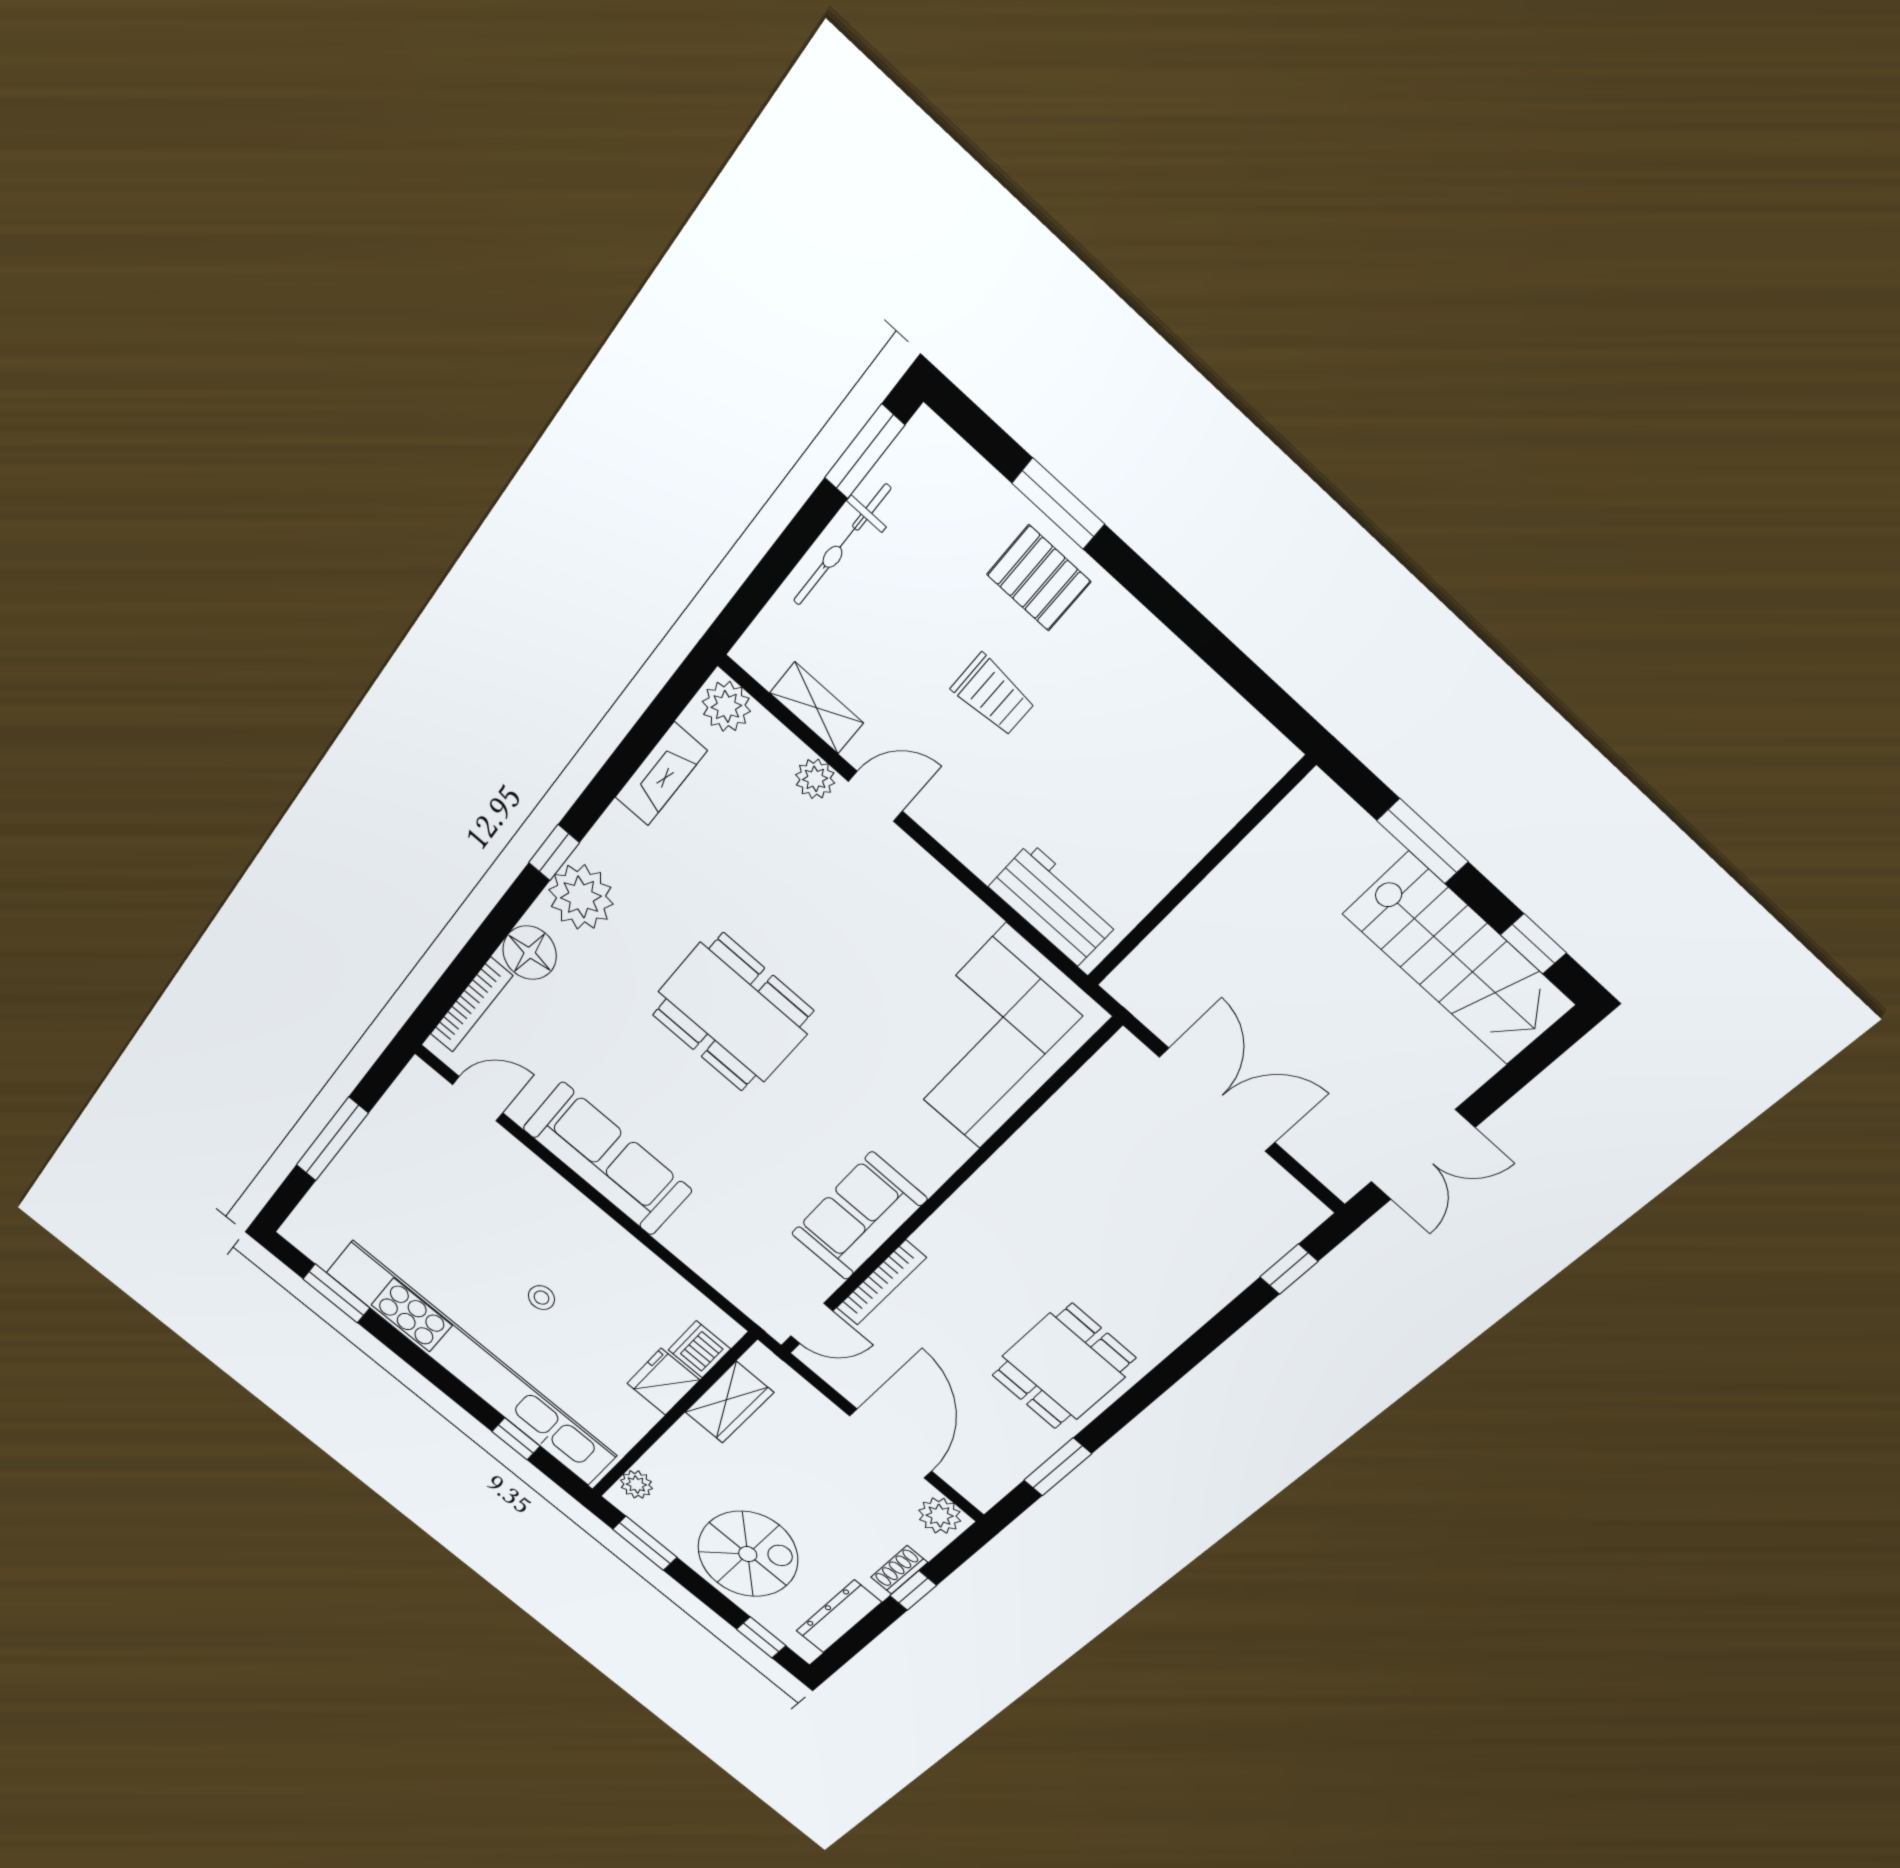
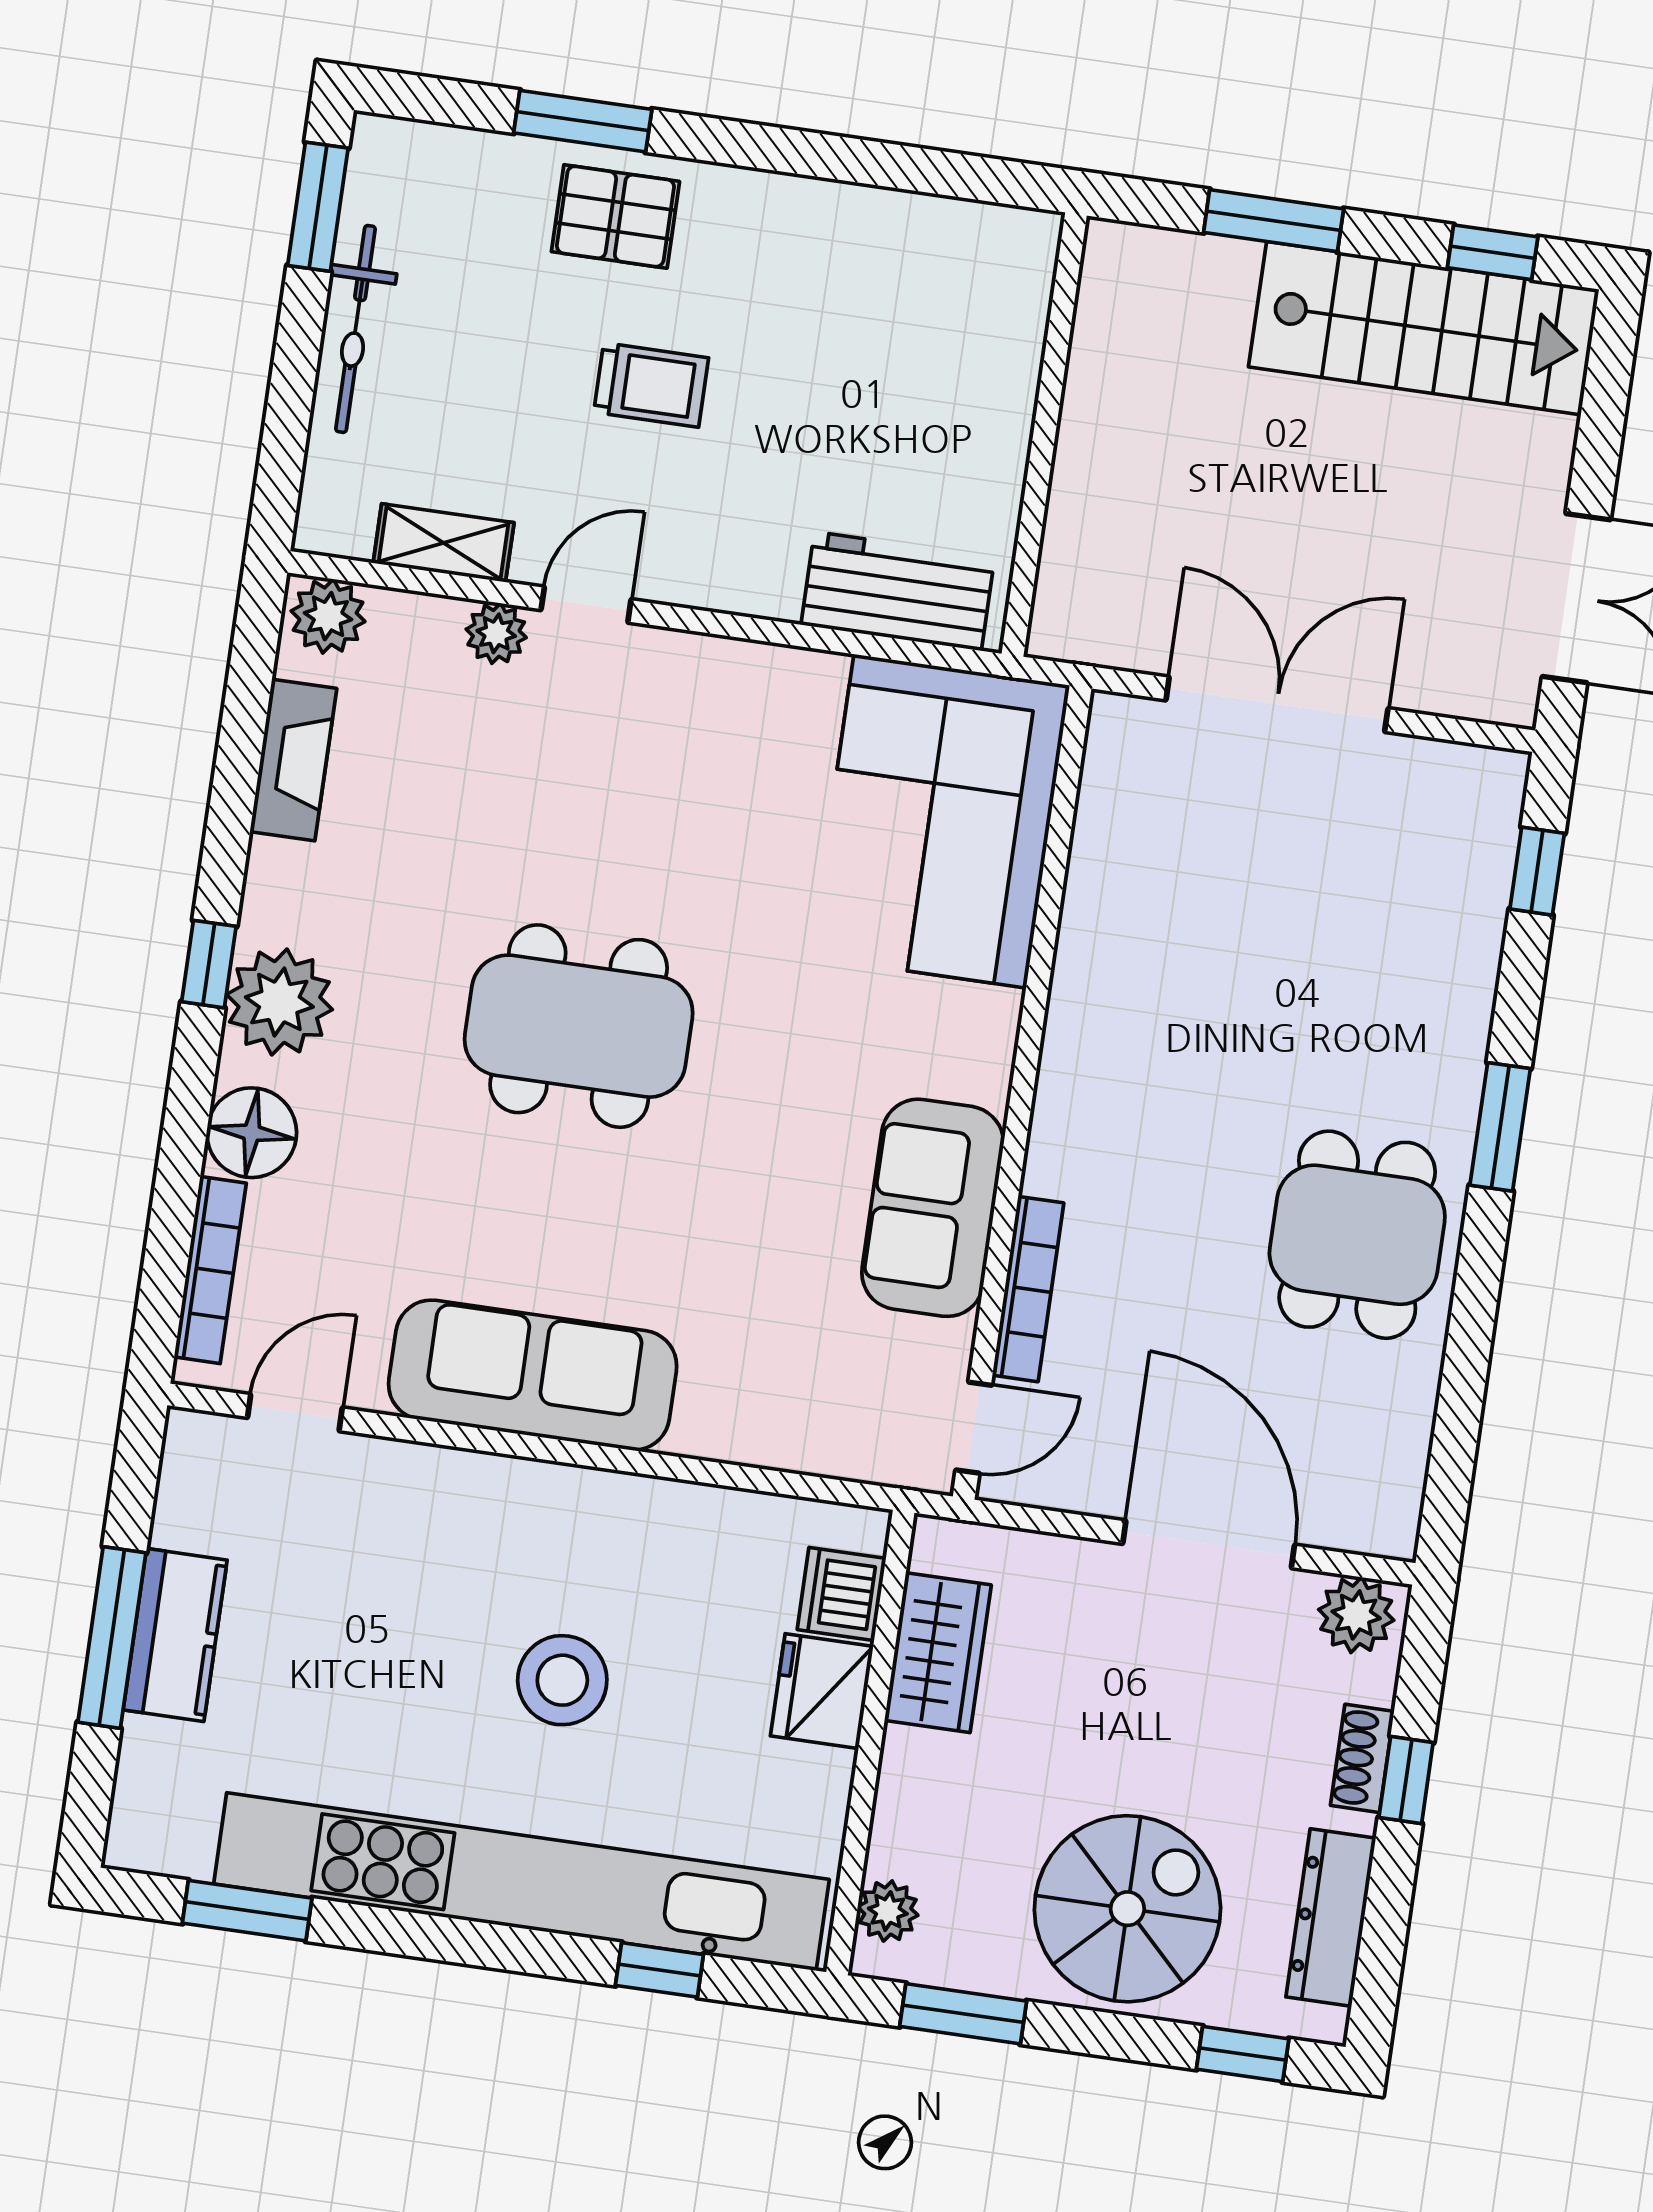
kitchen counter: (364, 1158) -> (175, 1635), added
stool: (541, 1298) -> (562, 1680), width x1.89, depth x1.89
window: (1058, 1467) -> (1500, 1127), moved

